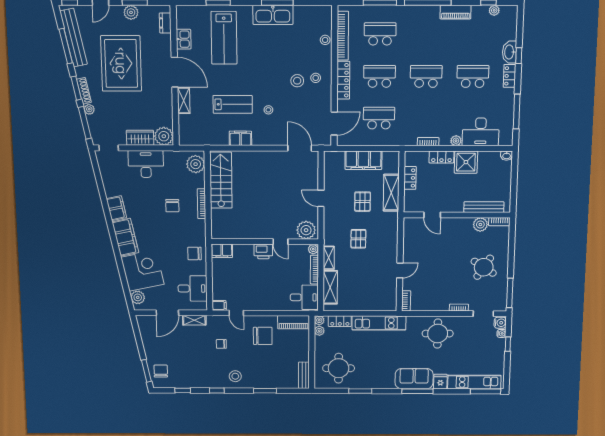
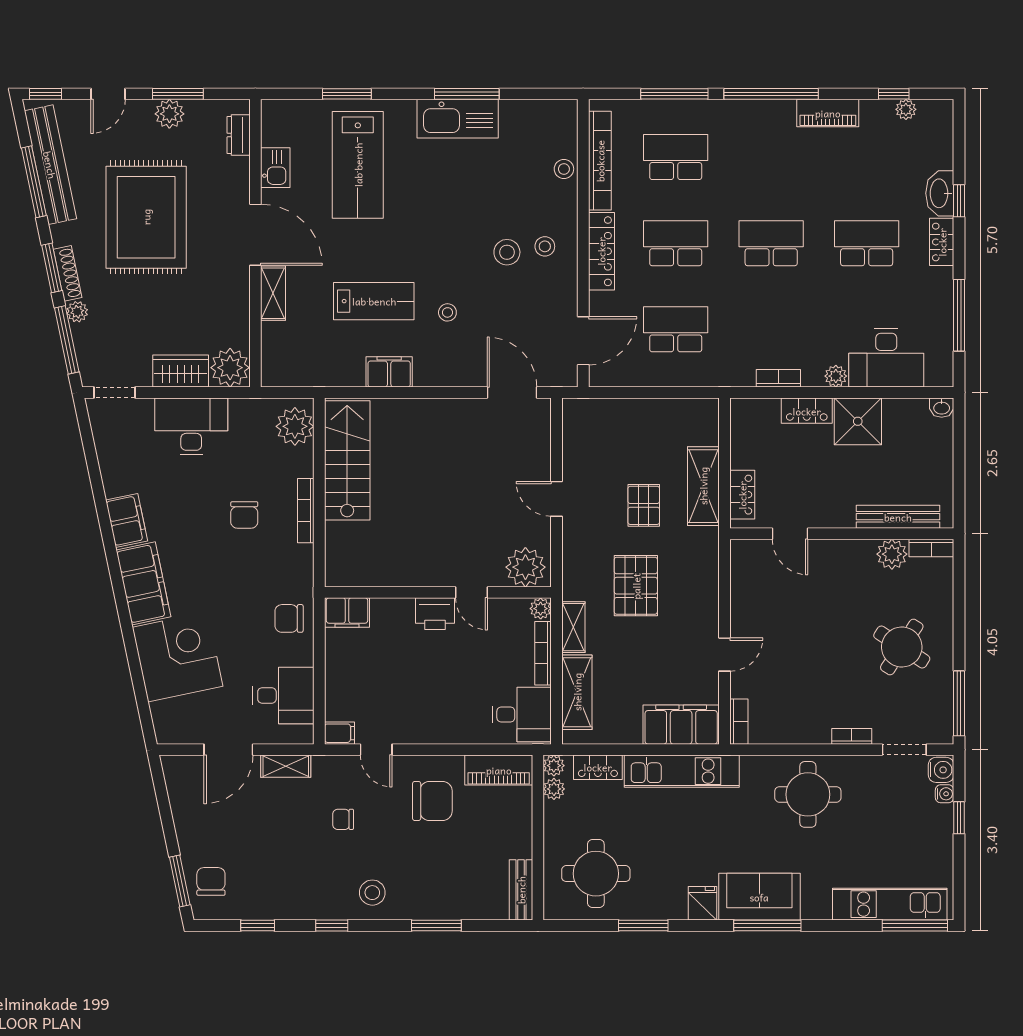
filing cabinet: (363, 160) -> (681, 725), moved, turned 180
locker: (410, 178) -> (742, 495), moved
pallet: (358, 239) -> (636, 586), width x1.50, depth x1.42
plant: (138, 297) -> (166, 716), removed
fridge: (440, 382) -> (702, 903), moved

